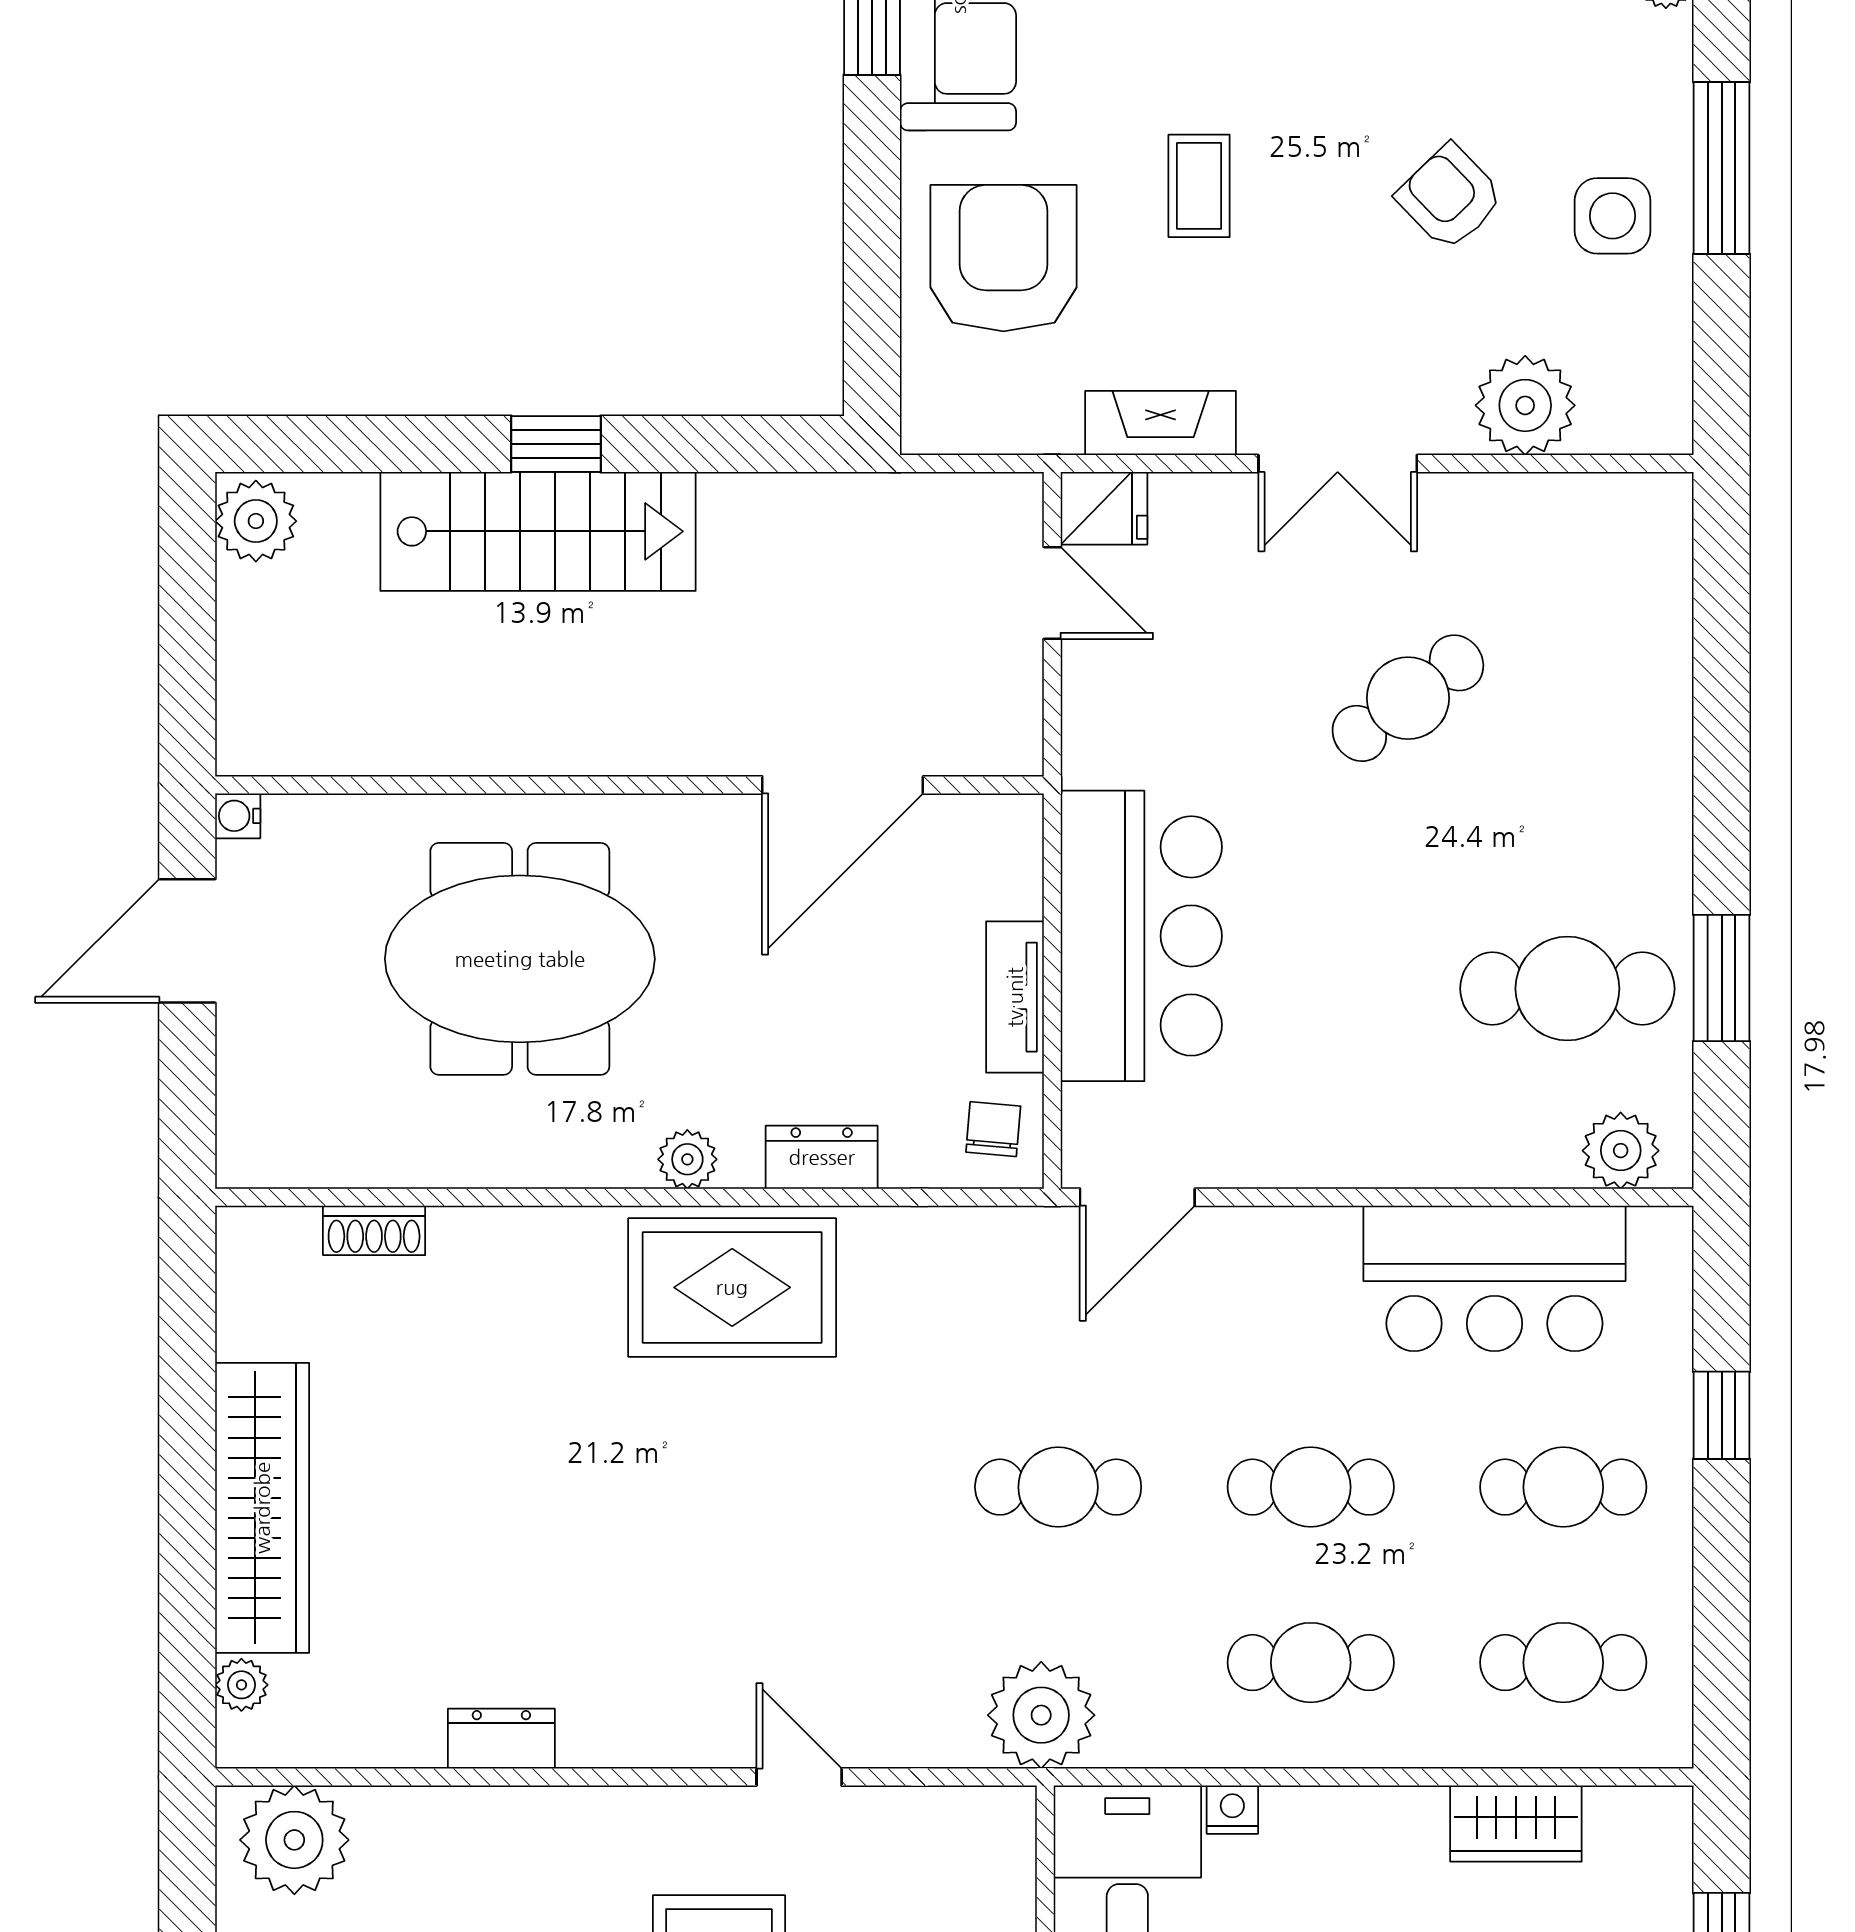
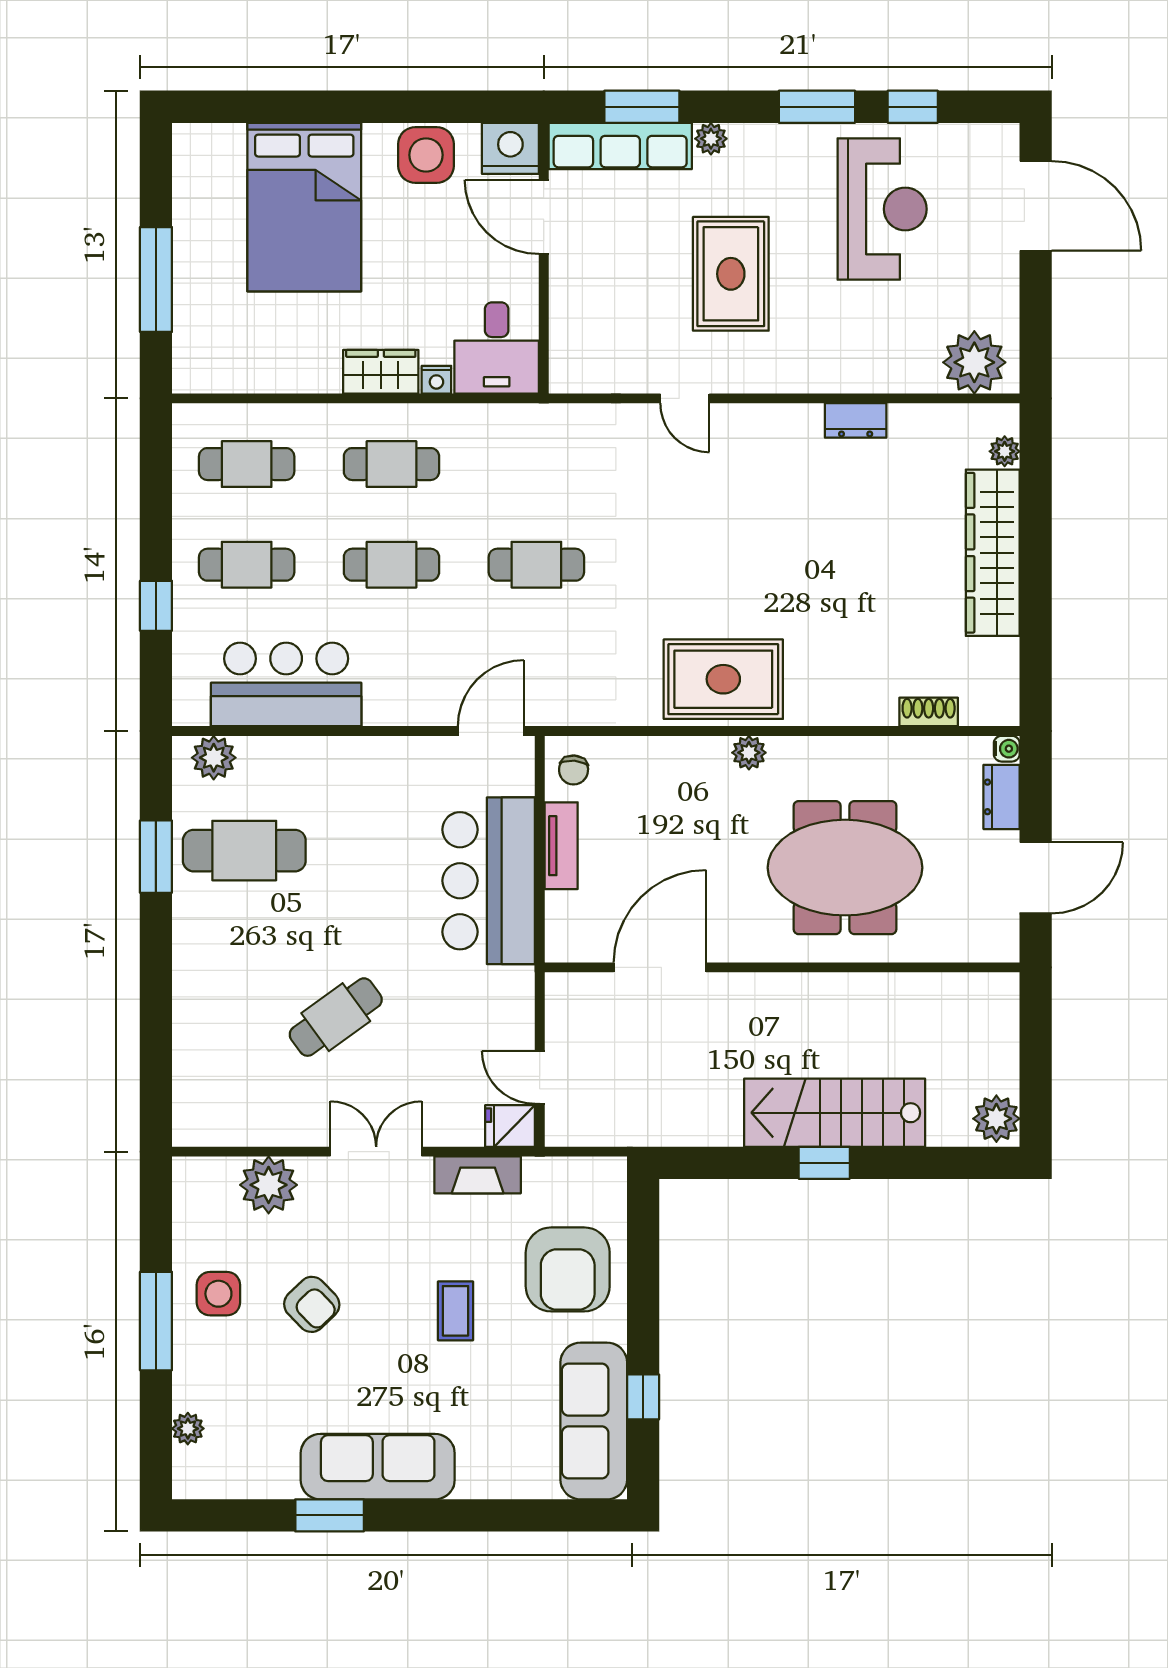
water cooler: (238, 816) -> (1007, 749), moved
dresser: (822, 1157) -> (1002, 797), moved, turned 90
plant: (1041, 1715) -> (546, 434), removed
wardrobe: (1516, 1824) -> (381, 372), moved

